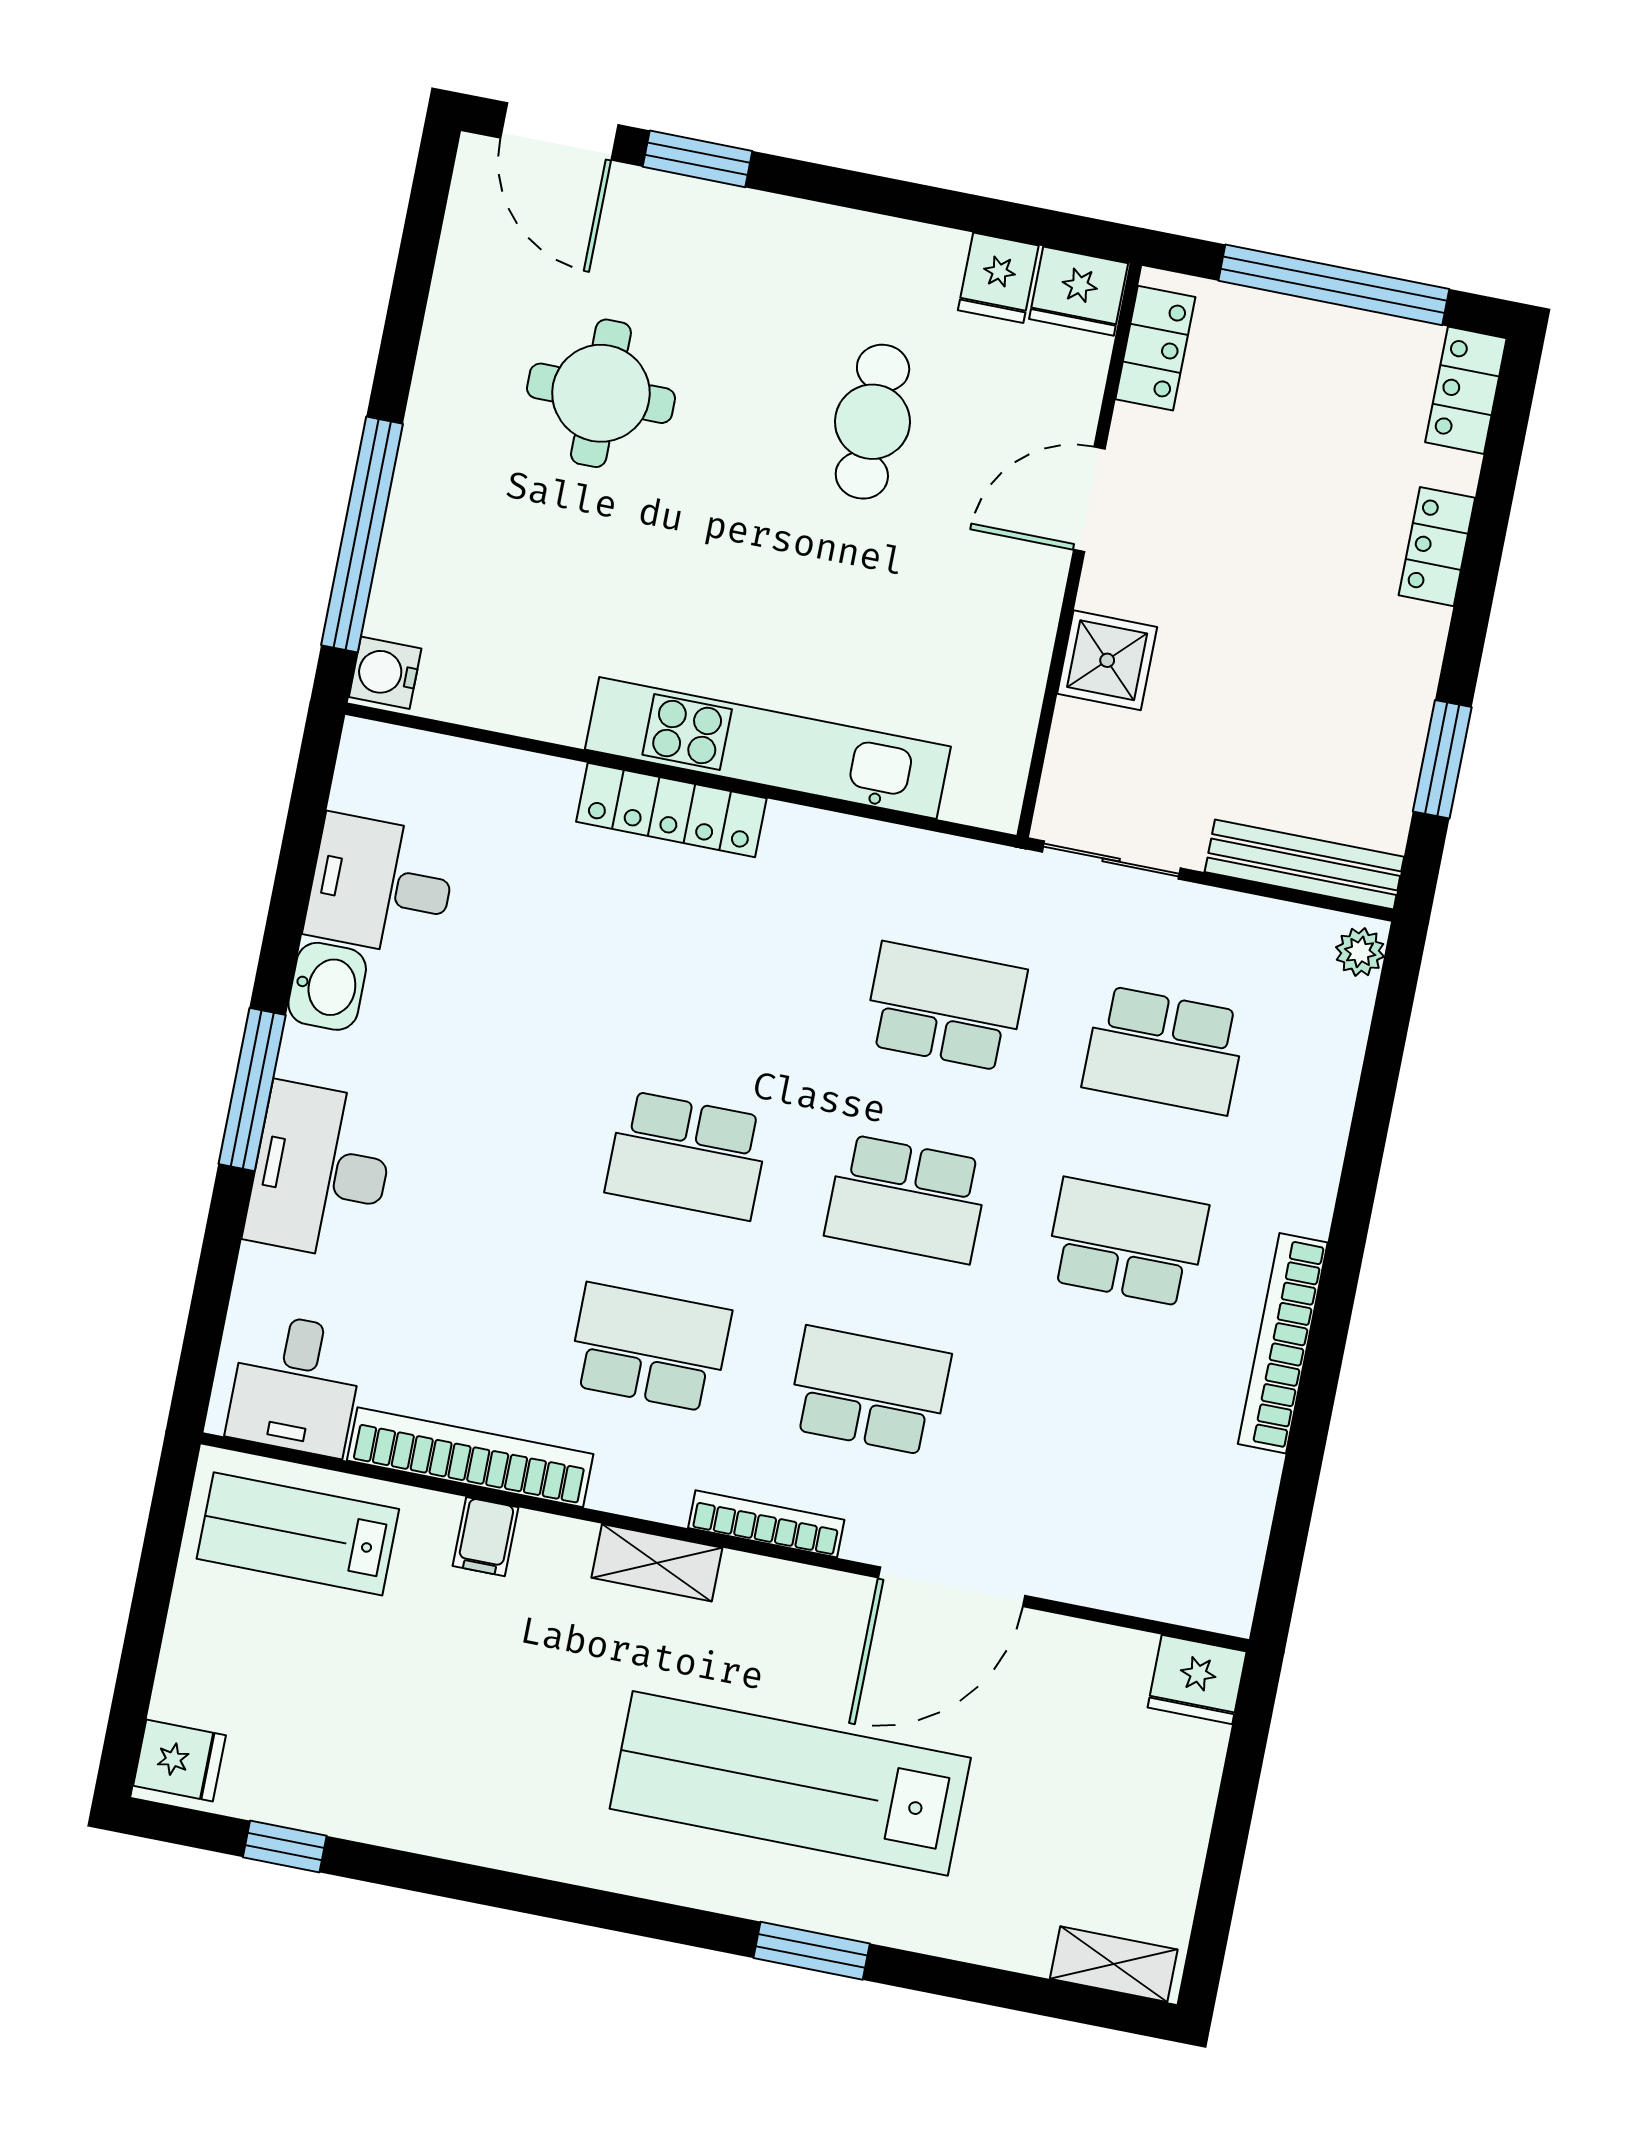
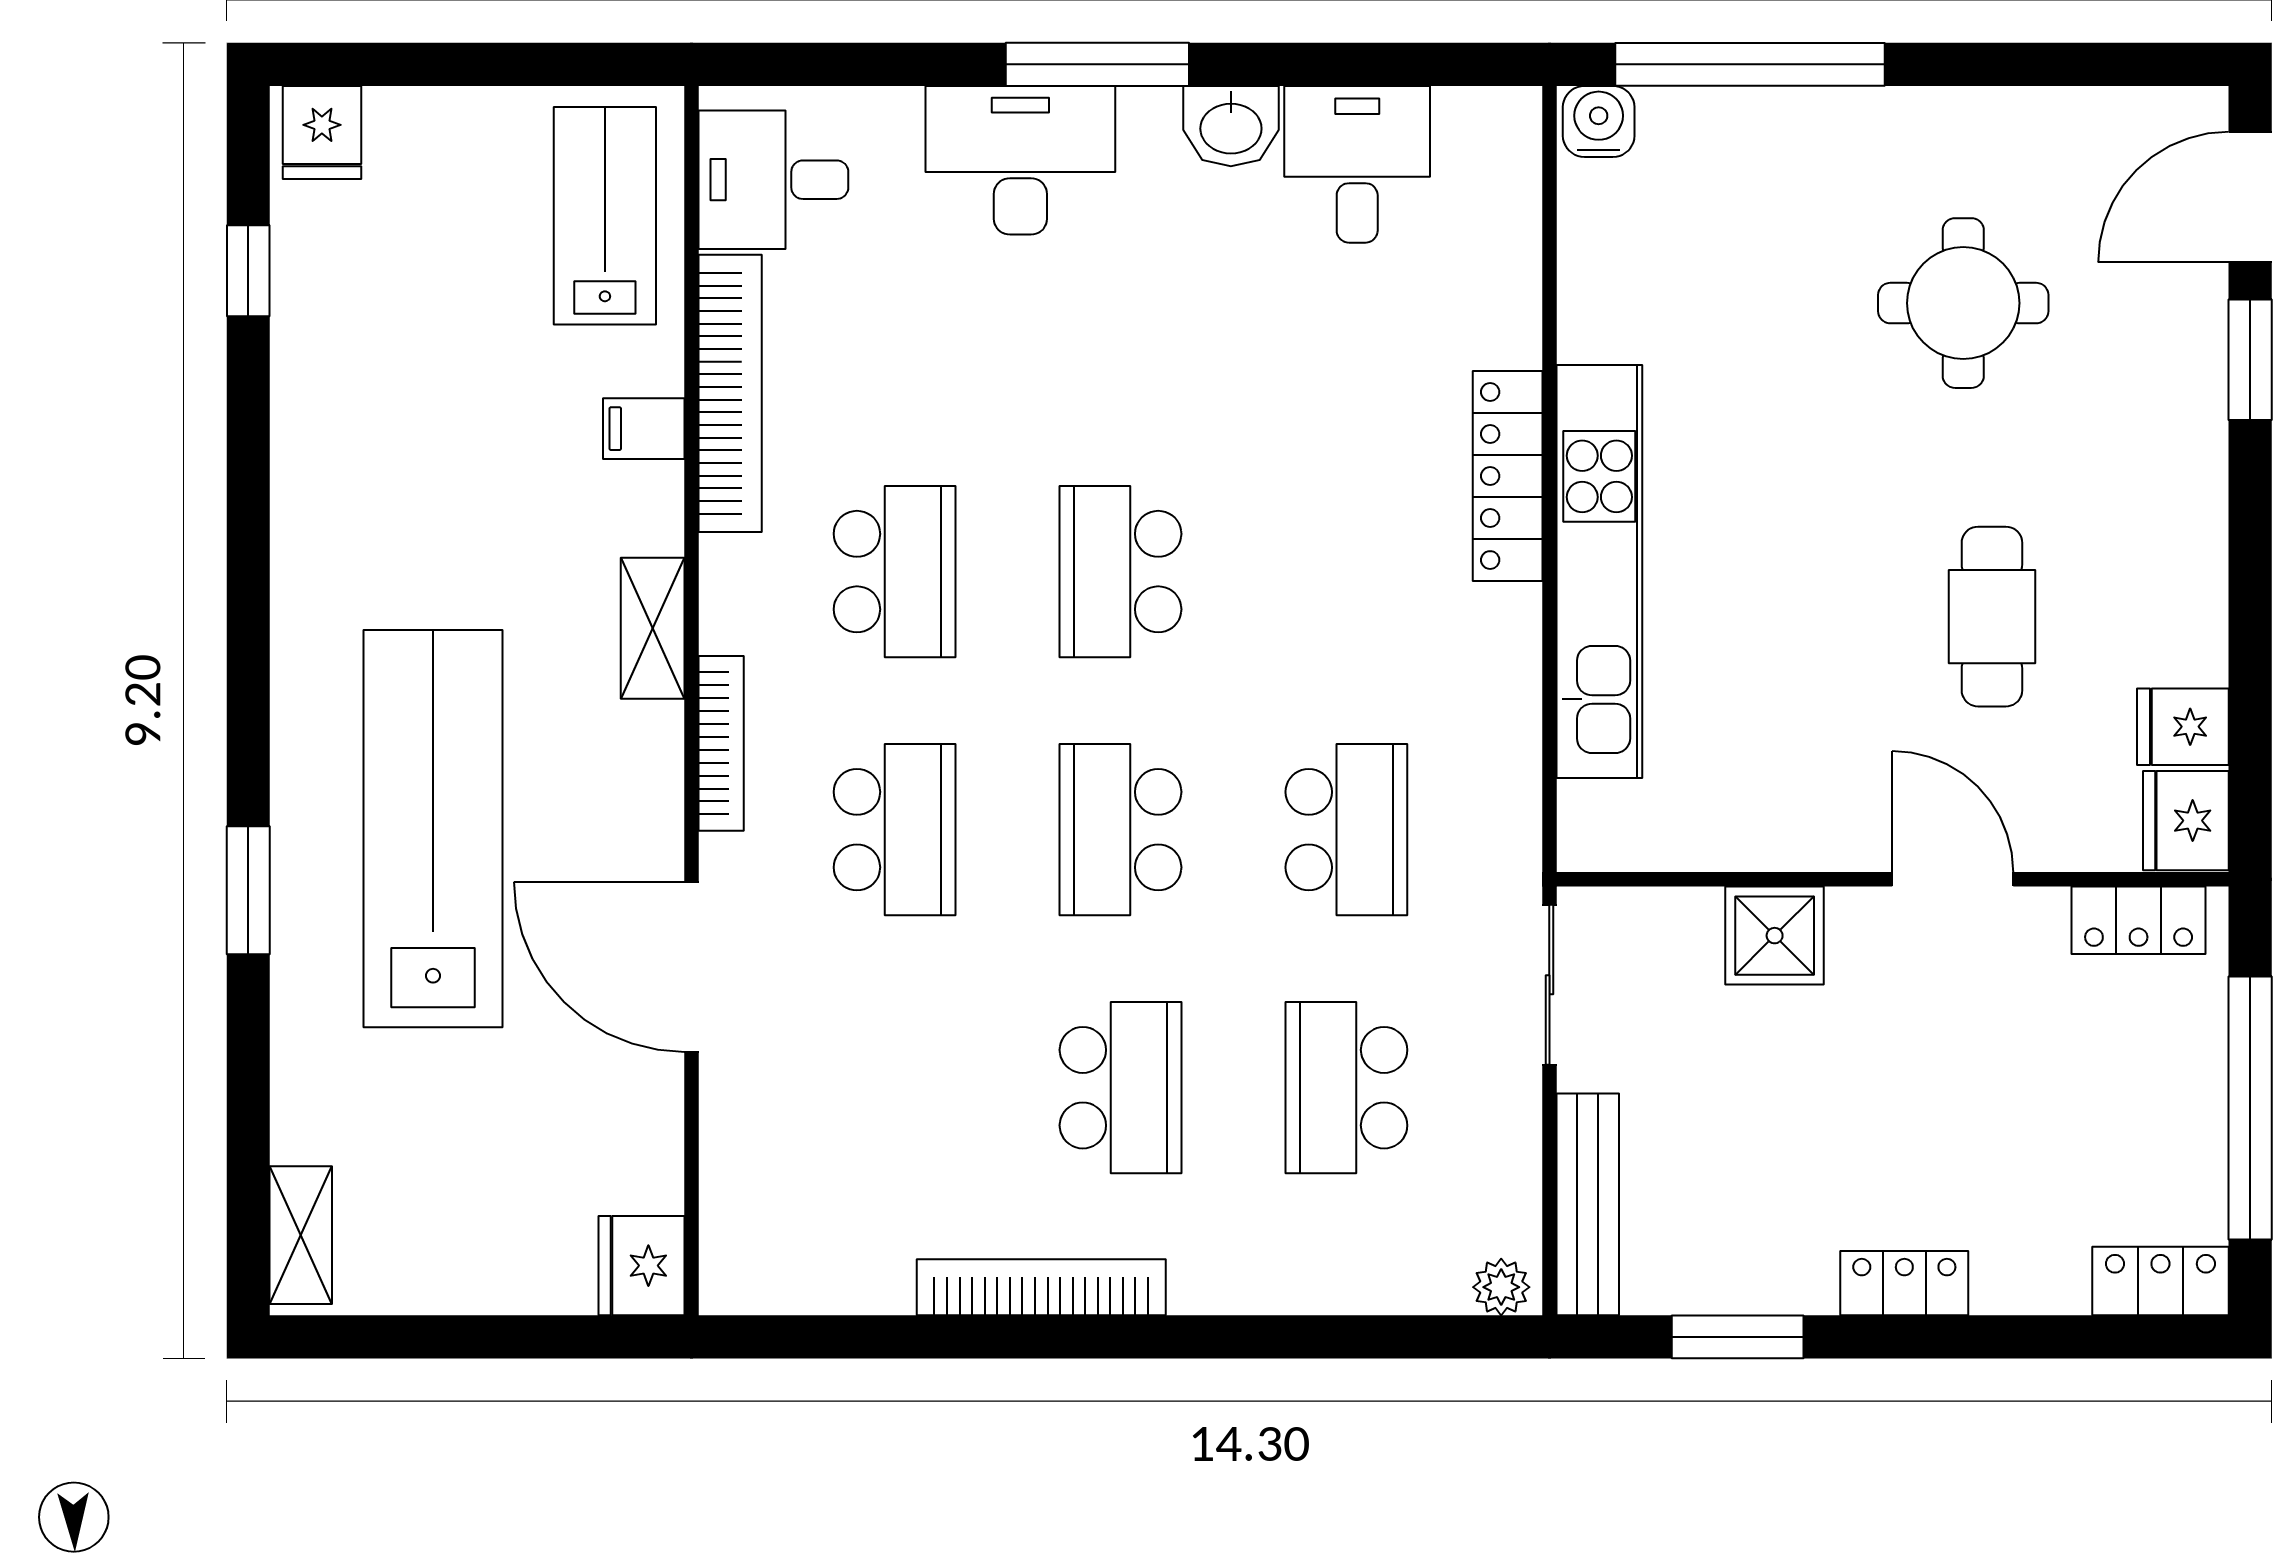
cafe table: (872, 422) -> (1992, 617), turned 90
locker: (1437, 547) -> (1904, 1283), moved

